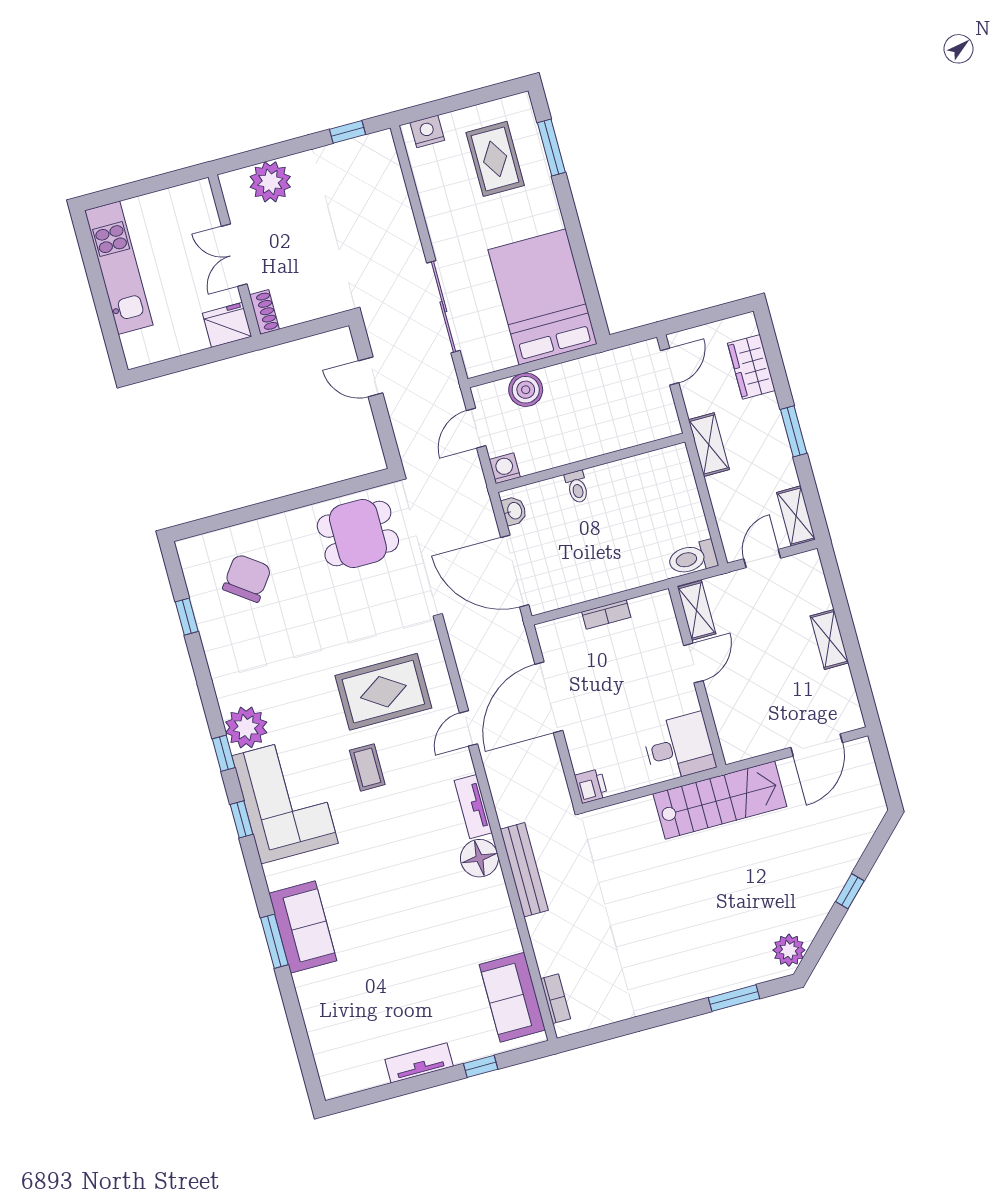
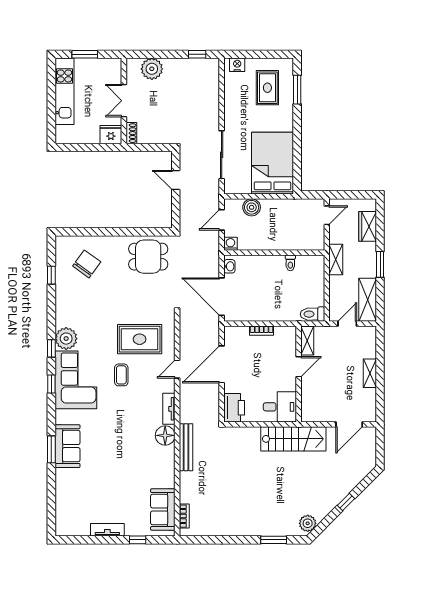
window: (138, 188) -> (85, 54), added
toilet: (577, 487) -> (290, 263), moved
shelving: (796, 516) -> (368, 300), width x1.50, depth x1.33
printer: (591, 786) -> (234, 408), width x1.87, depth x1.48

